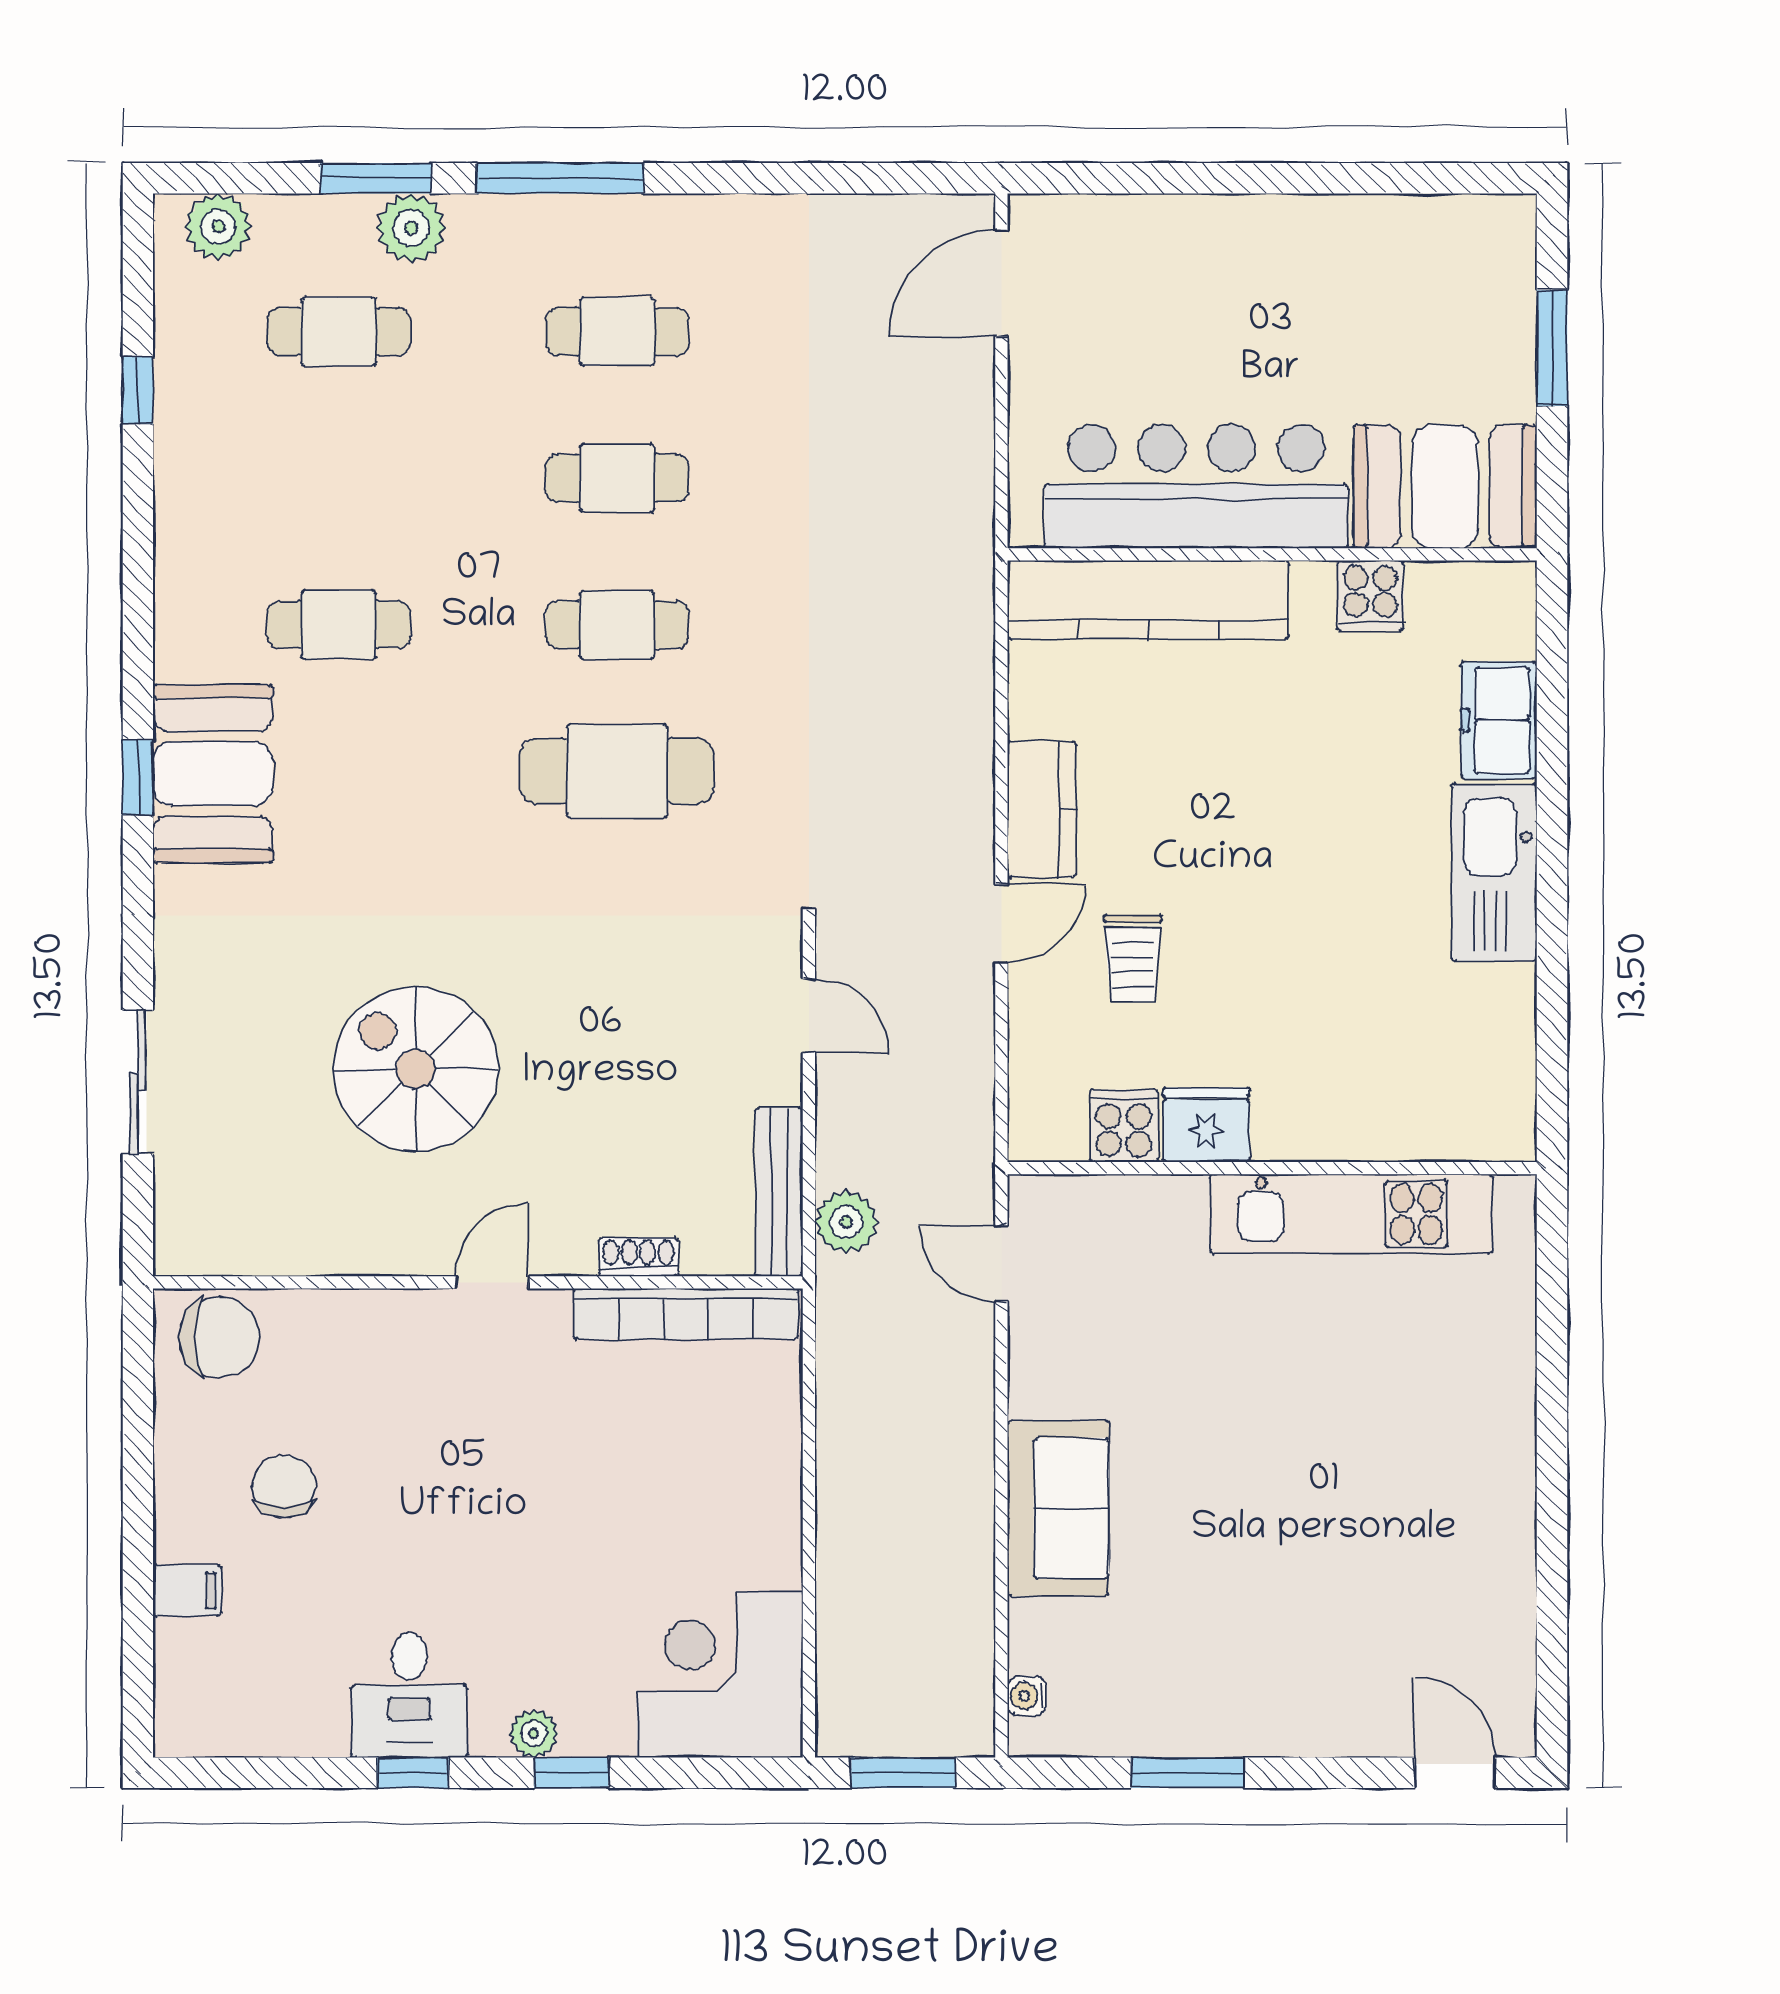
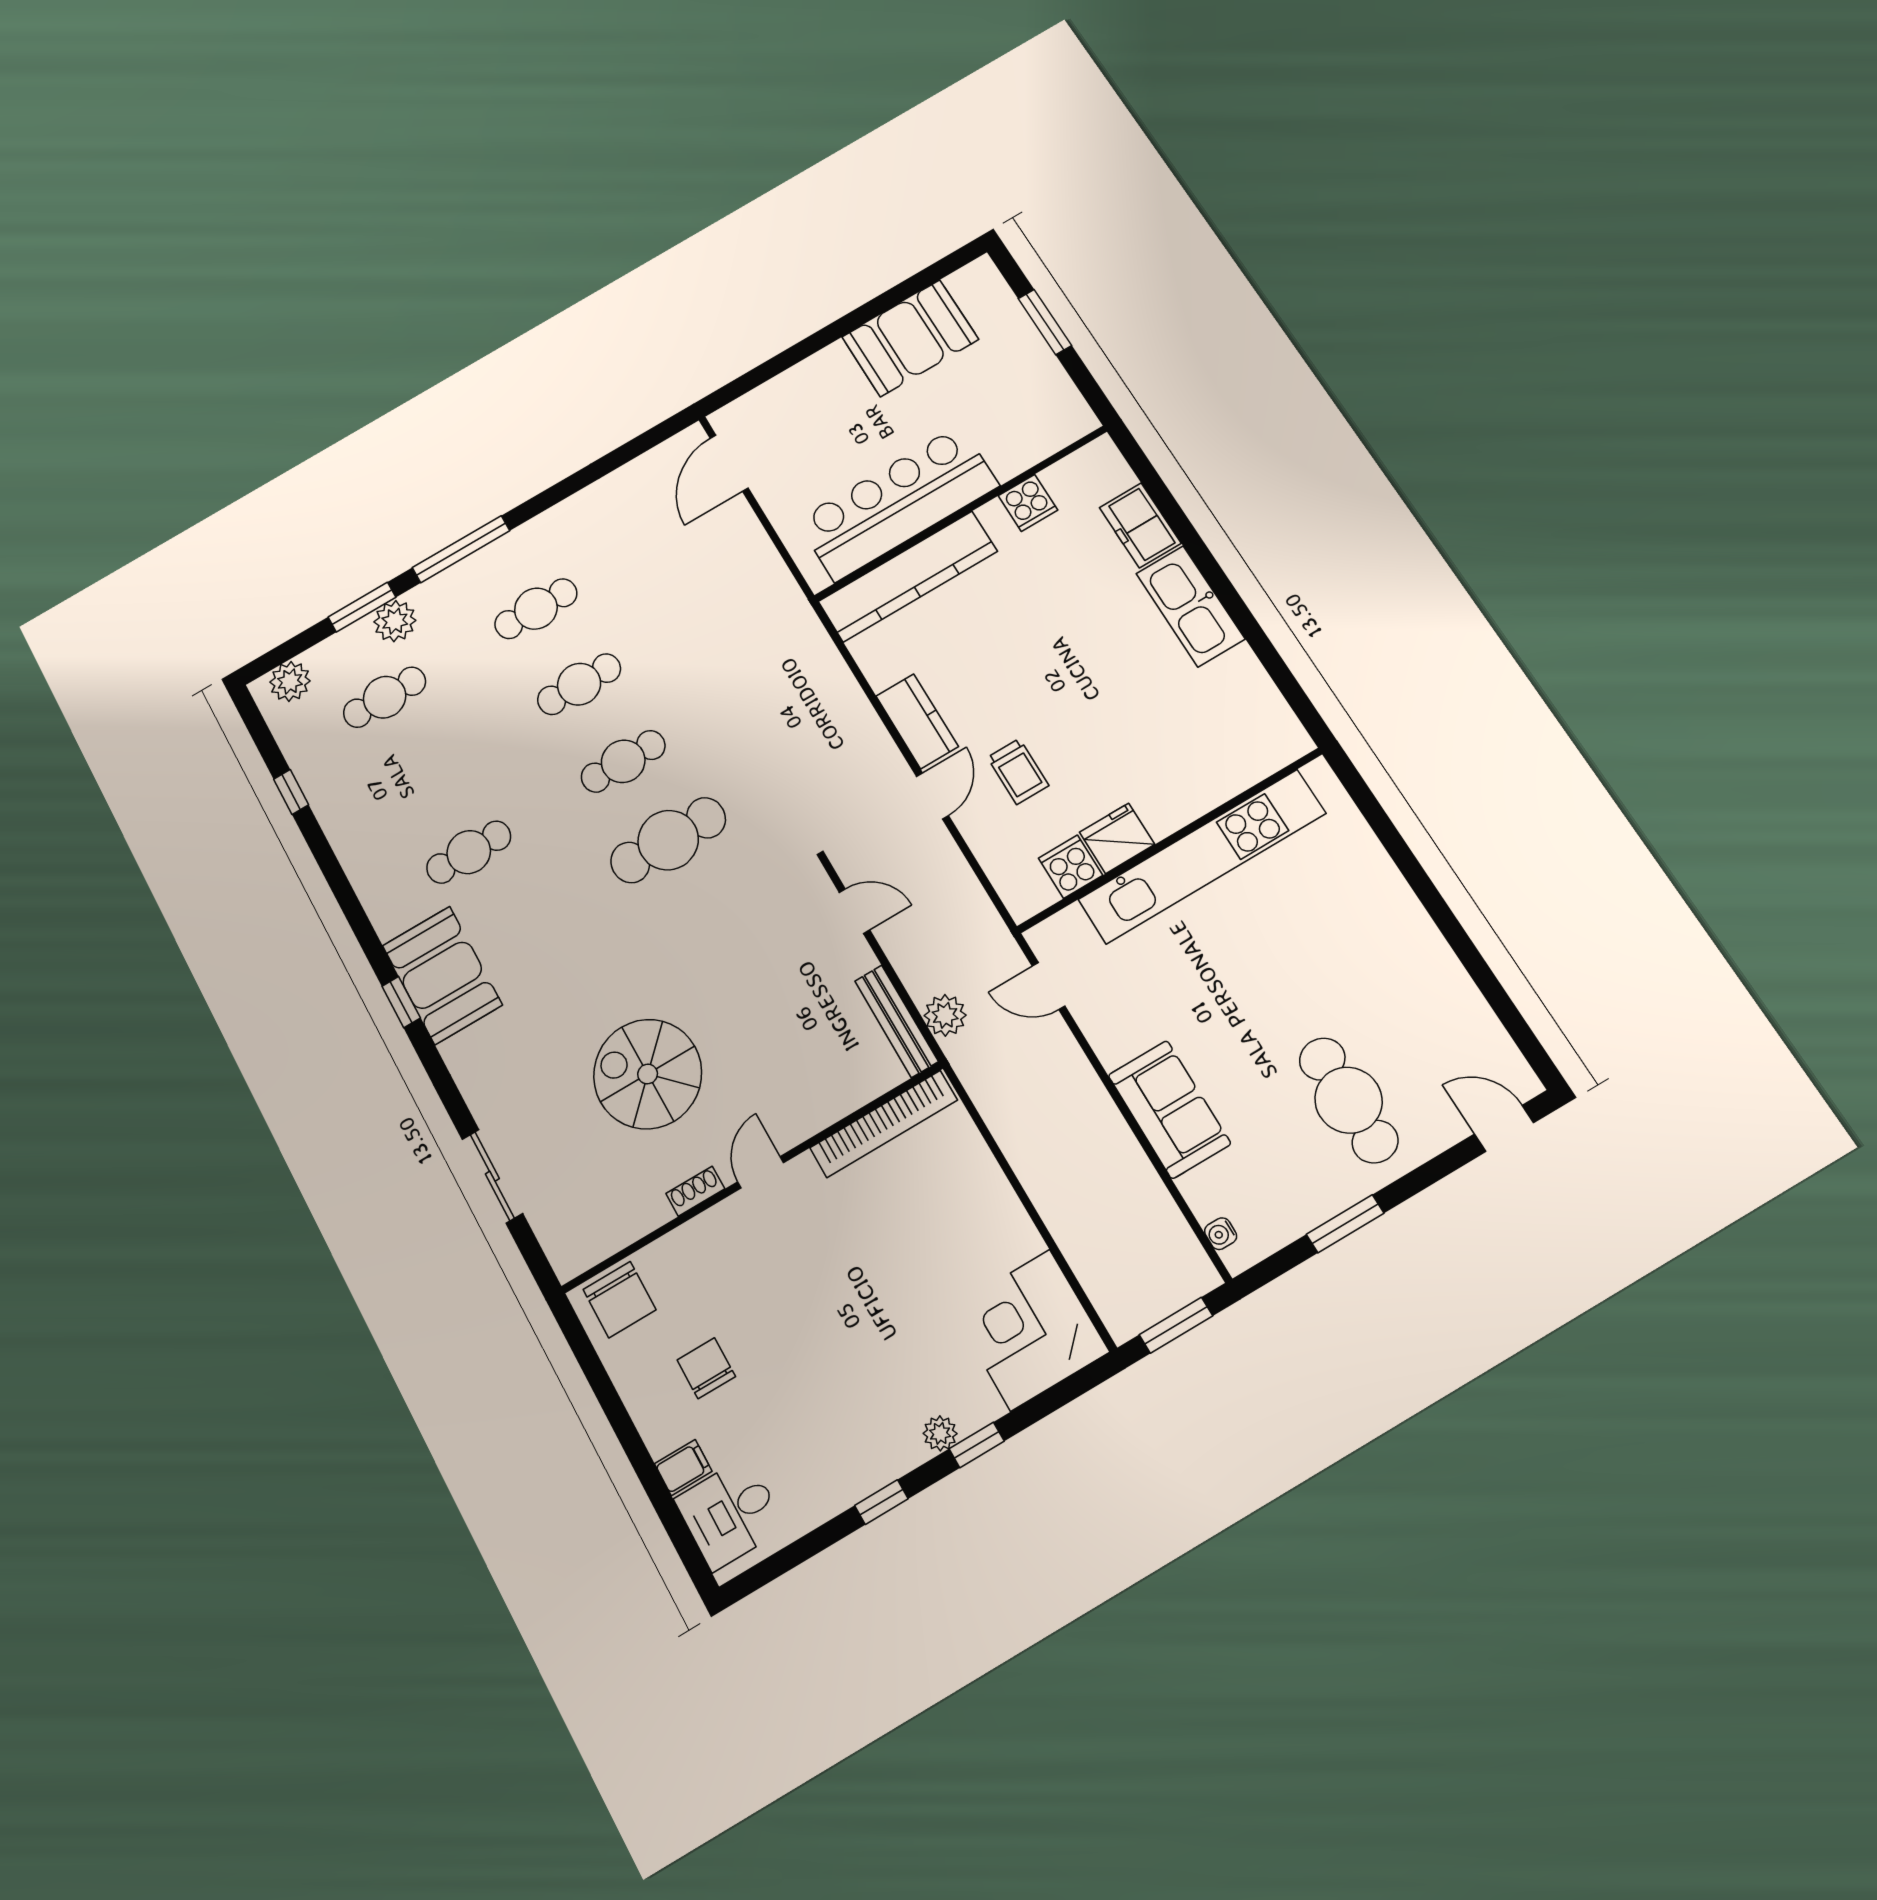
booth: (1445, 487) -> (910, 338), moved
kitchen unit: (1351, 1214) -> (1202, 856), width x1.36
shoe rack: (638, 1257) -> (695, 1191), moved
chair: (219, 1337) -> (620, 1300), turned 90
cafe table: (1288, 1628) -> (1349, 1100), added
desk: (409, 1695) -> (730, 1513), moved, turned 90

